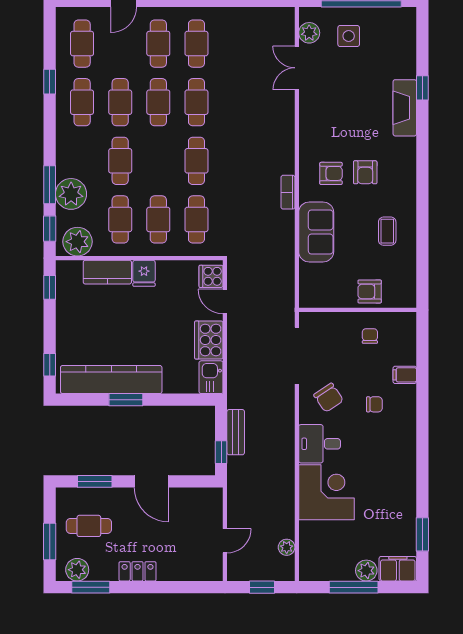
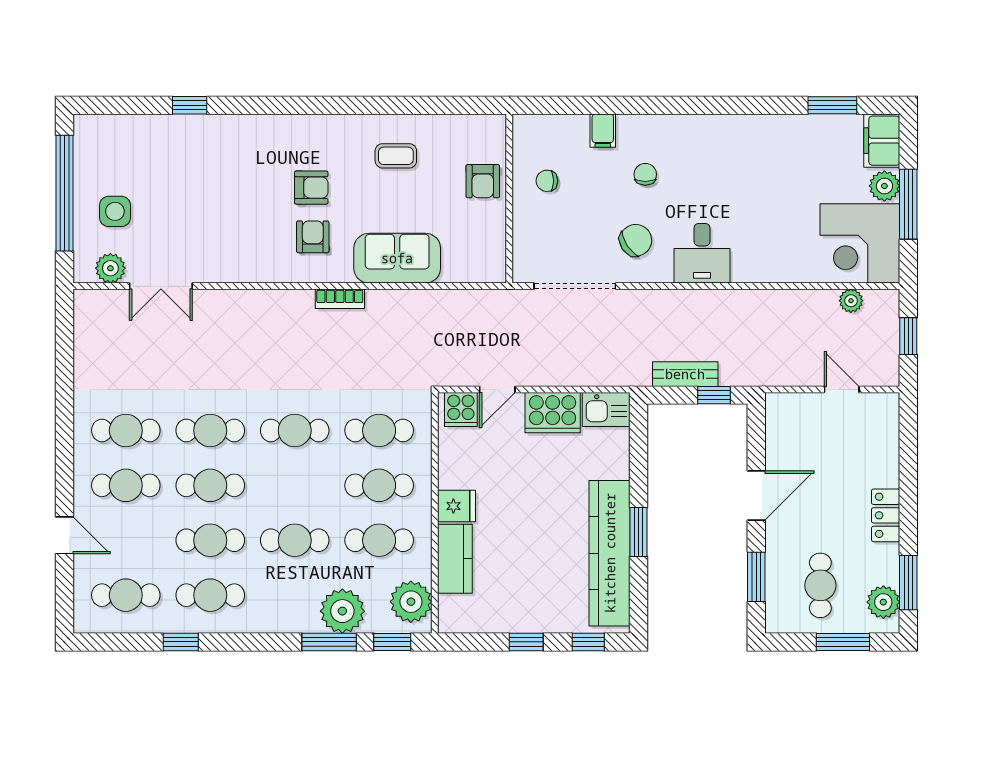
fireplace: (405, 108) -> (218, 131), removed
window: (50, 287) -> (526, 642), moved
corner desk: (326, 492) -> (860, 243), moved, turned -90

